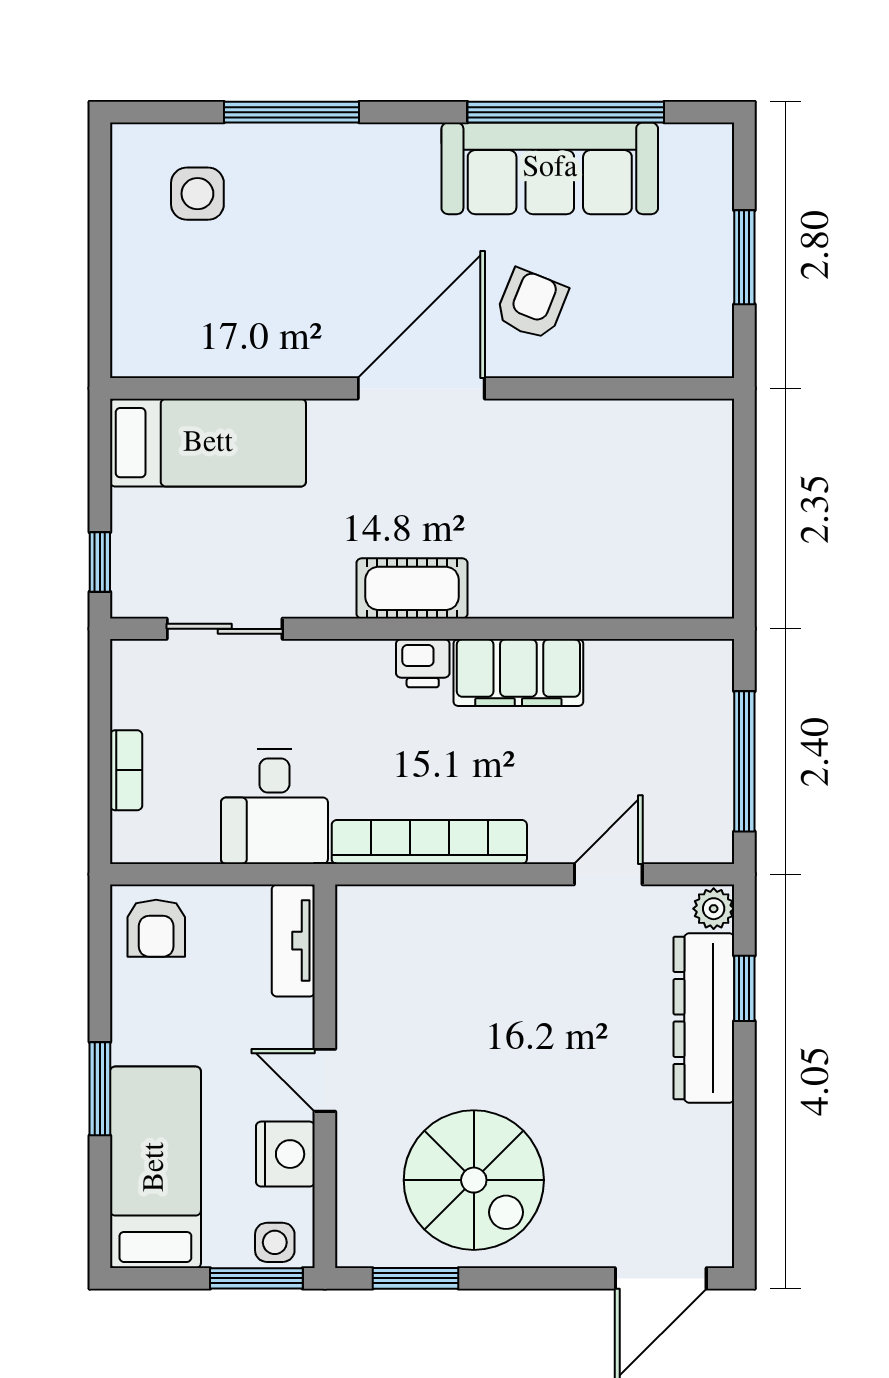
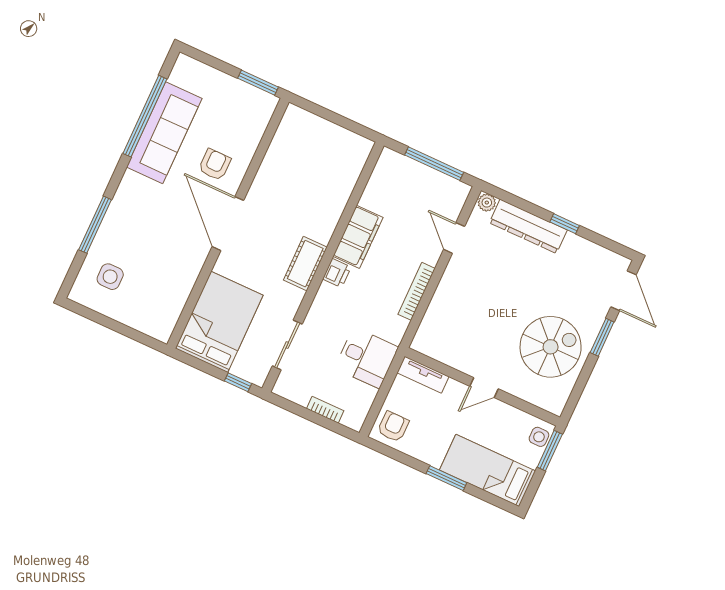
window: (744, 257) -> (258, 83), moved
armchair: (532, 304) -> (215, 165), turned 68
bed: (208, 443) -> (219, 322), width x1.50
bookcase: (429, 842) -> (417, 291), width x0.68, depth x0.76
armchair: (156, 928) -> (393, 427), turned -90
window: (744, 988) -> (565, 224), moved
nightstand: (285, 1154) -> (506, 417), removed
window: (416, 1278) -> (602, 337), moved

